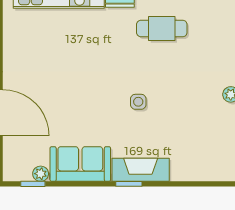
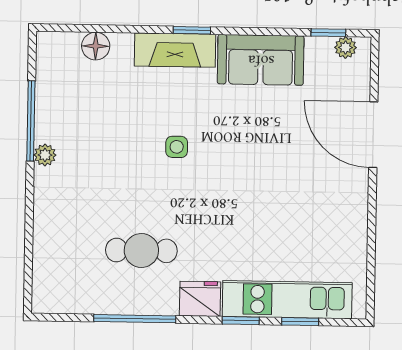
floor lamp: (196, 172) -> (96, 46), added
plant: (41, 174) -> (346, 47), moved

